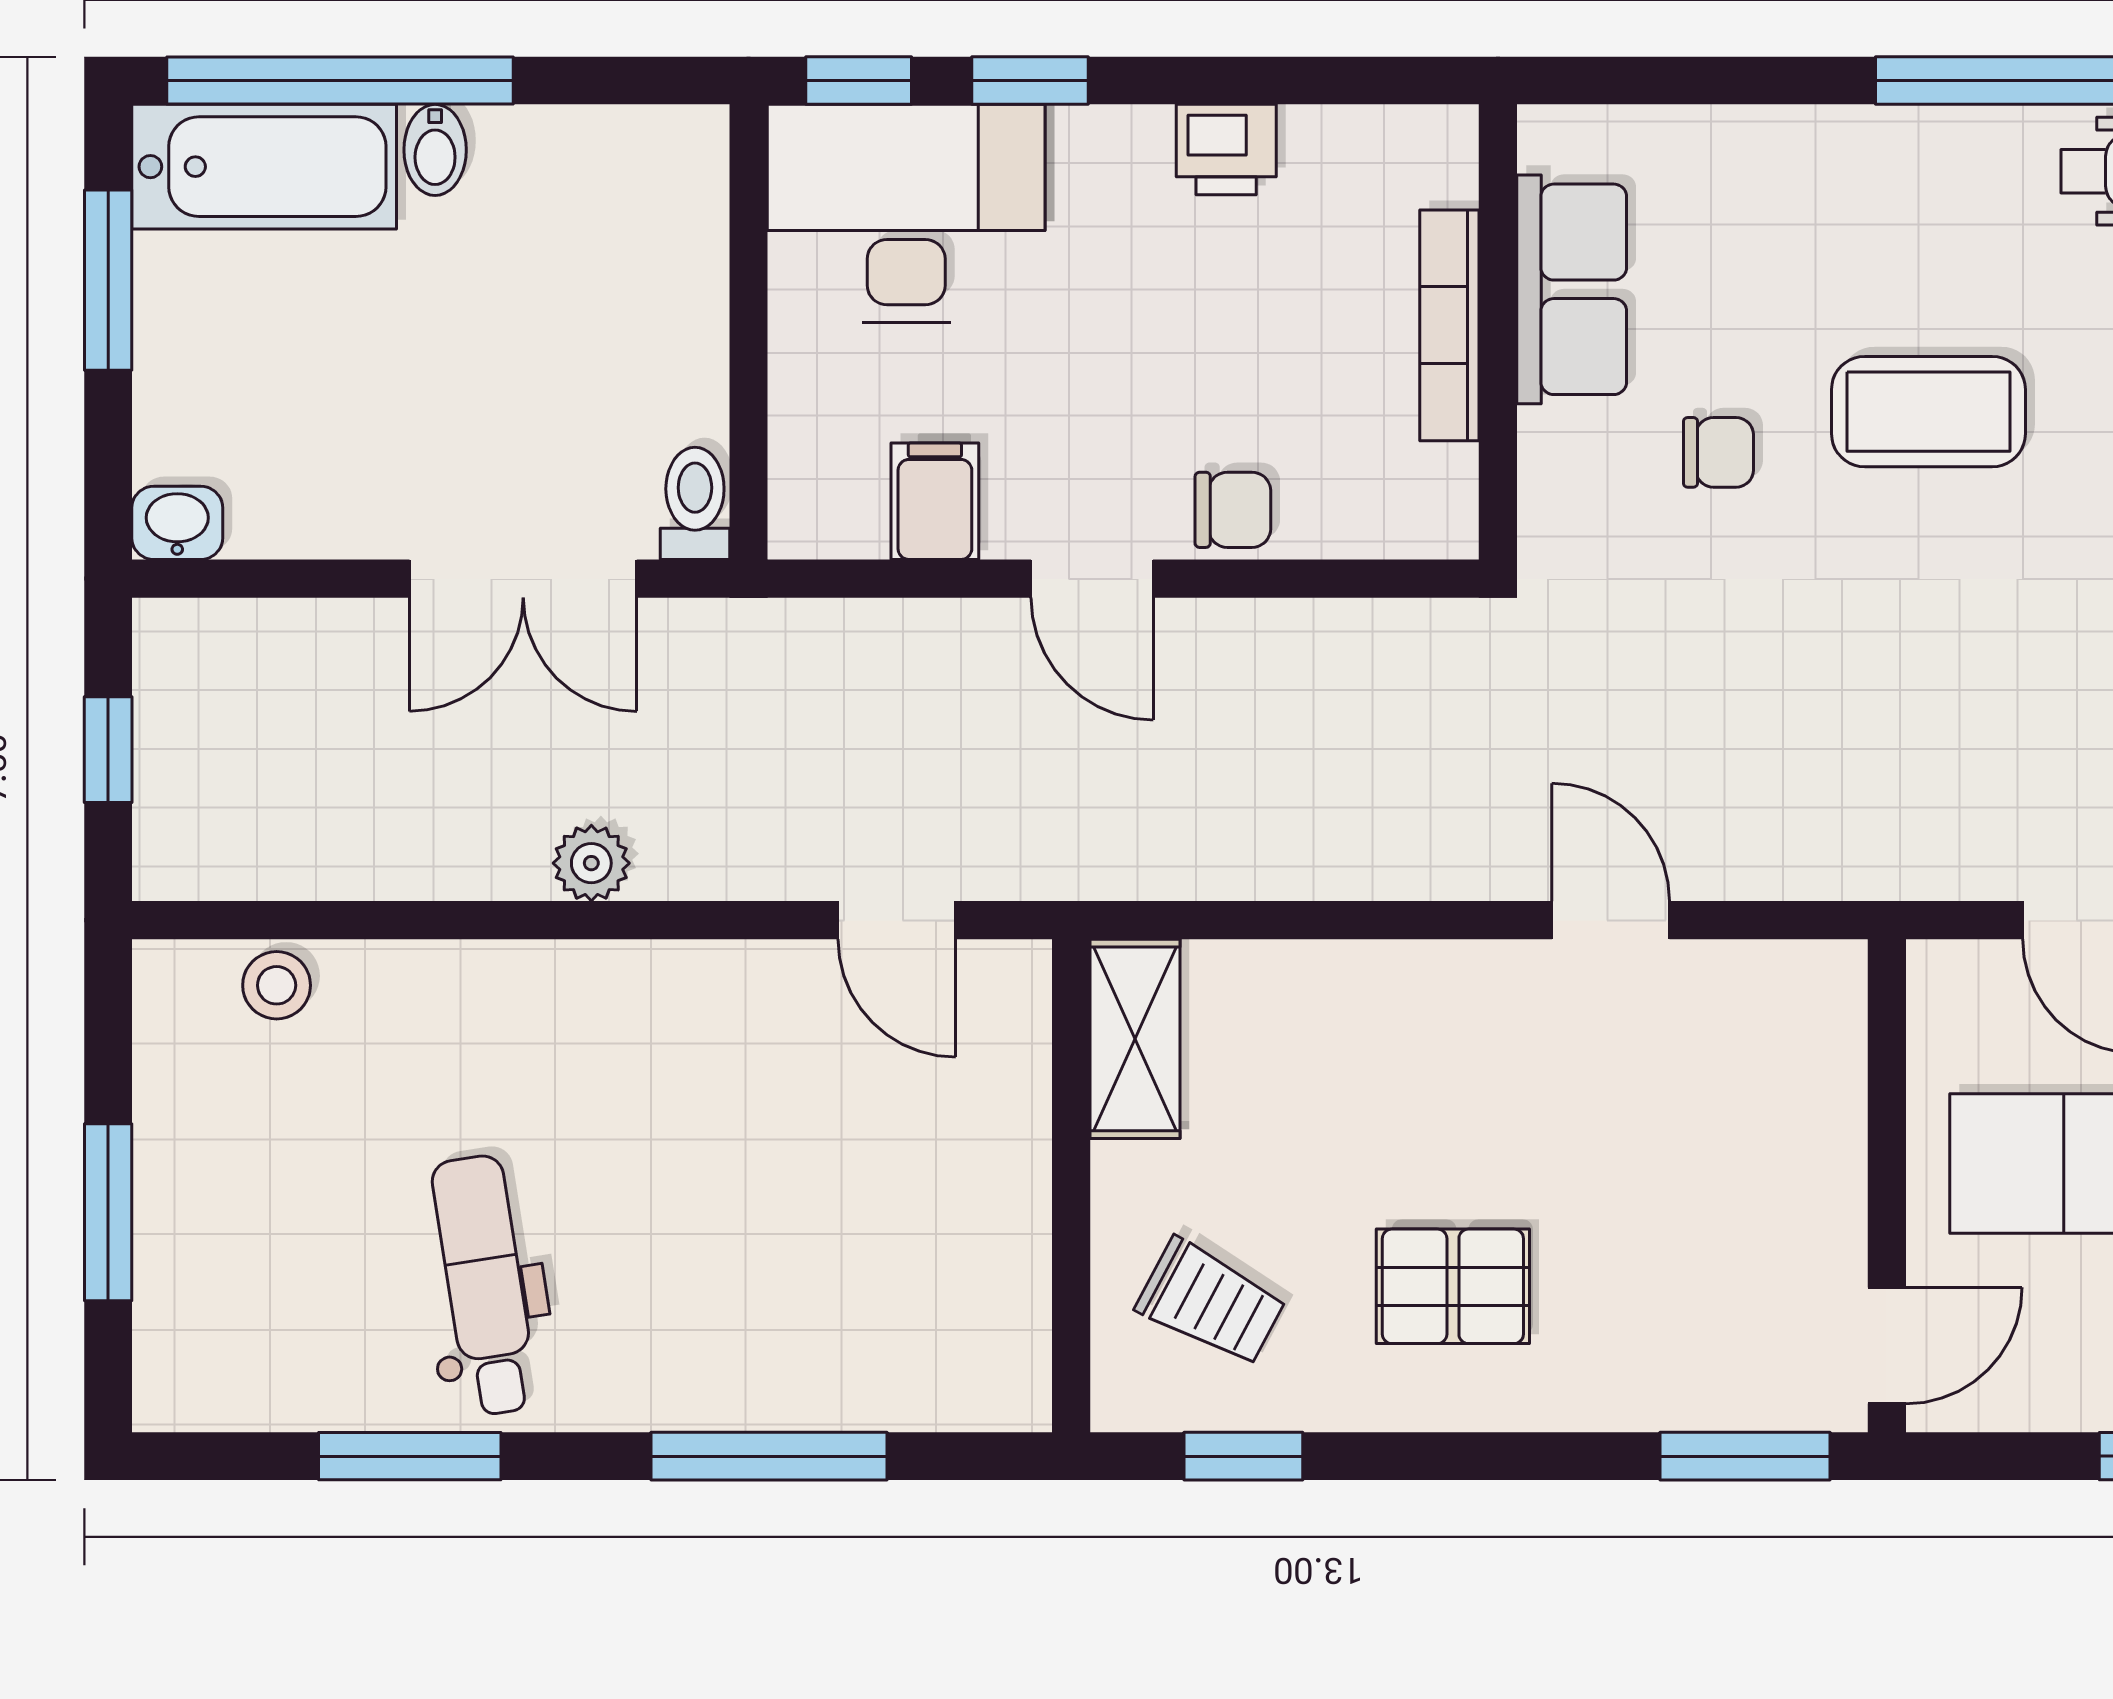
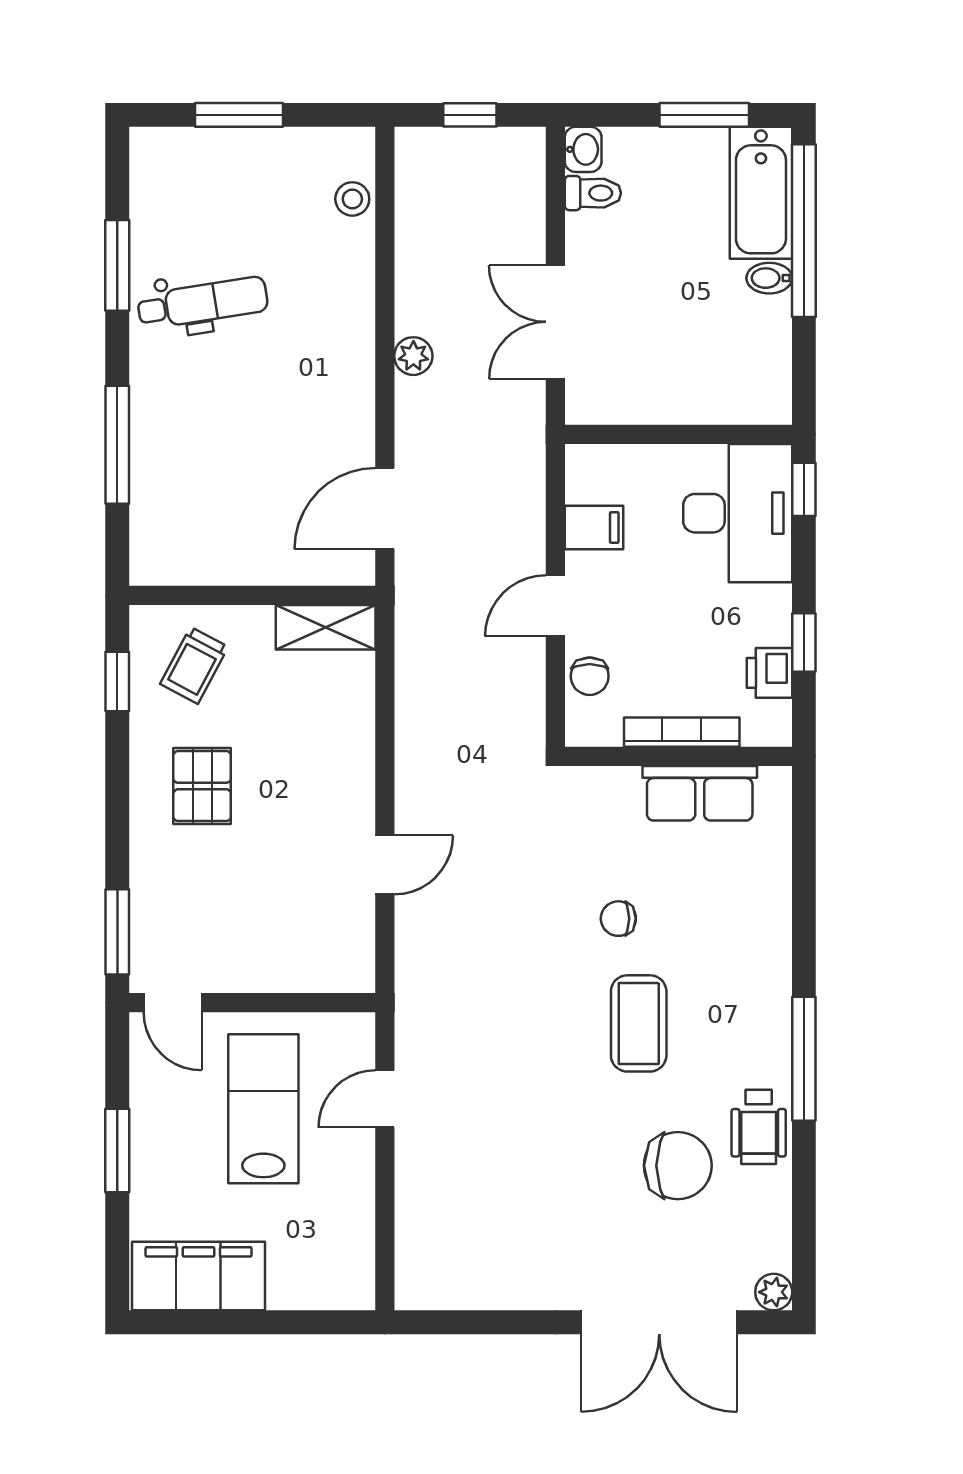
window: (1030, 81) -> (804, 642), moved
row of seats: (1572, 289) -> (700, 793), moved
bookcase: (1449, 325) -> (682, 732), moved
wall: (1498, 332) -> (678, 756), moved
chair: (1718, 452) -> (618, 919), turned 90
toilet: (695, 503) -> (593, 193), moved
door: (897, 920) -> (385, 508), width x1.38

